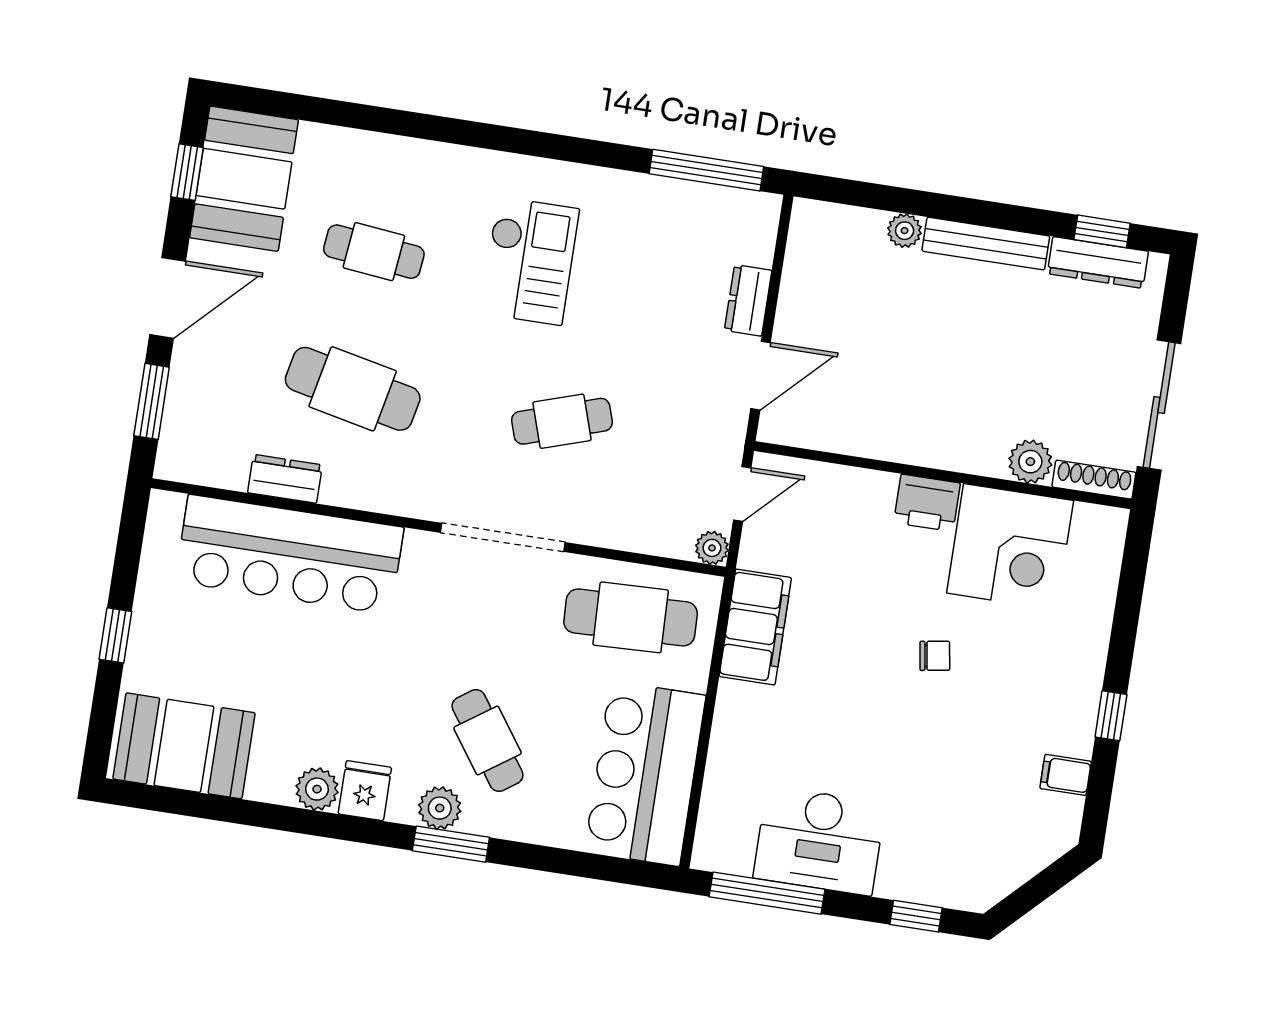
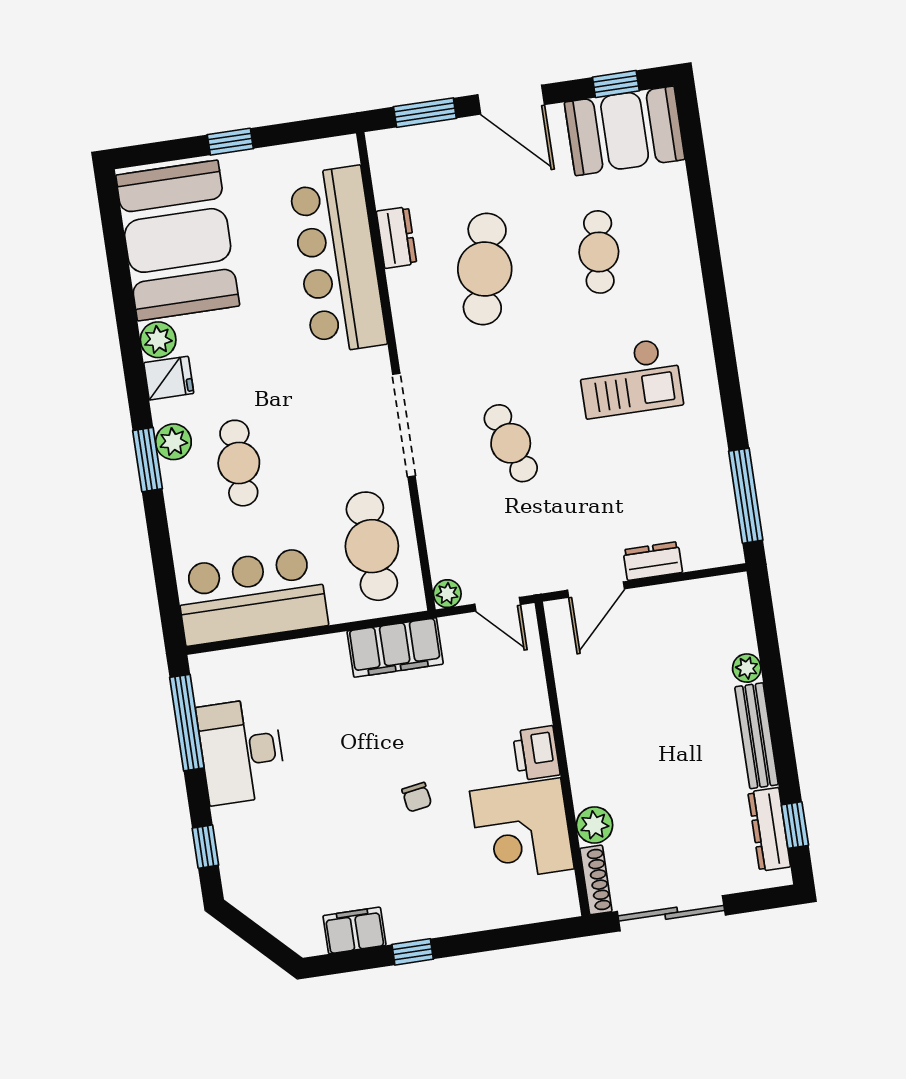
door: (761, 376) -> (596, 590), hinge flipped
cafe table: (488, 740) -> (239, 463), turned -55
booth: (184, 746) -> (178, 240), width x1.36, depth x1.42
filing cabinet: (1066, 775) -> (354, 930), width x2.00

